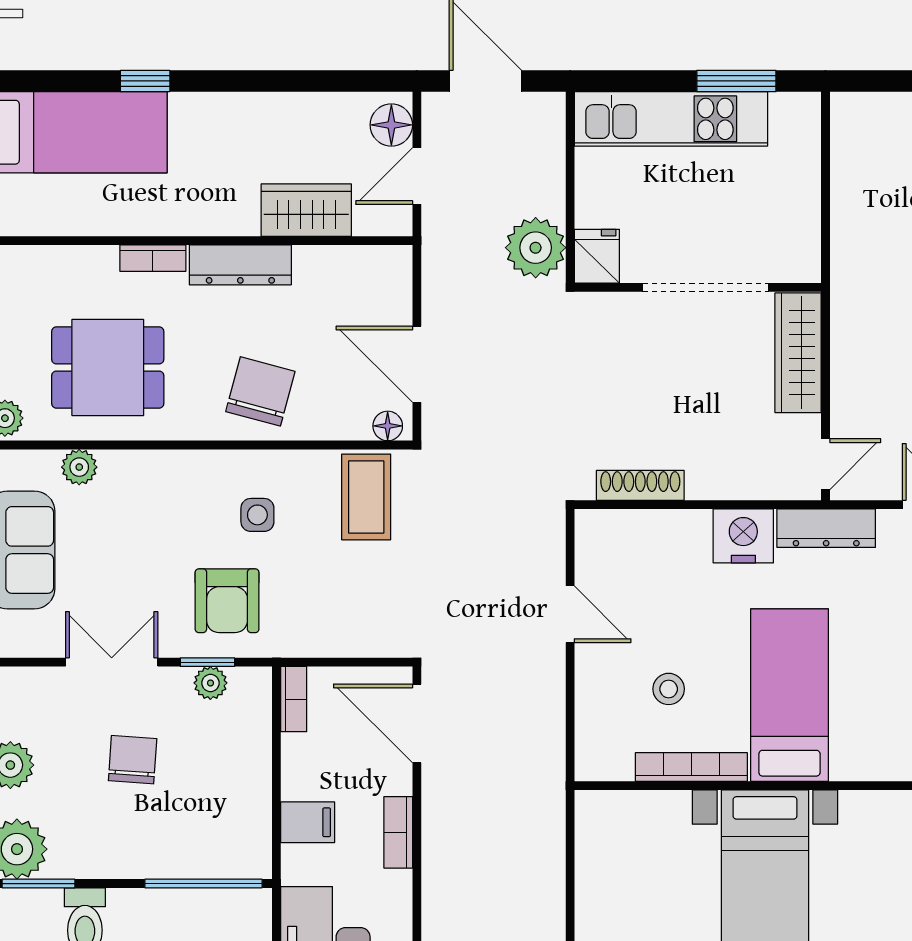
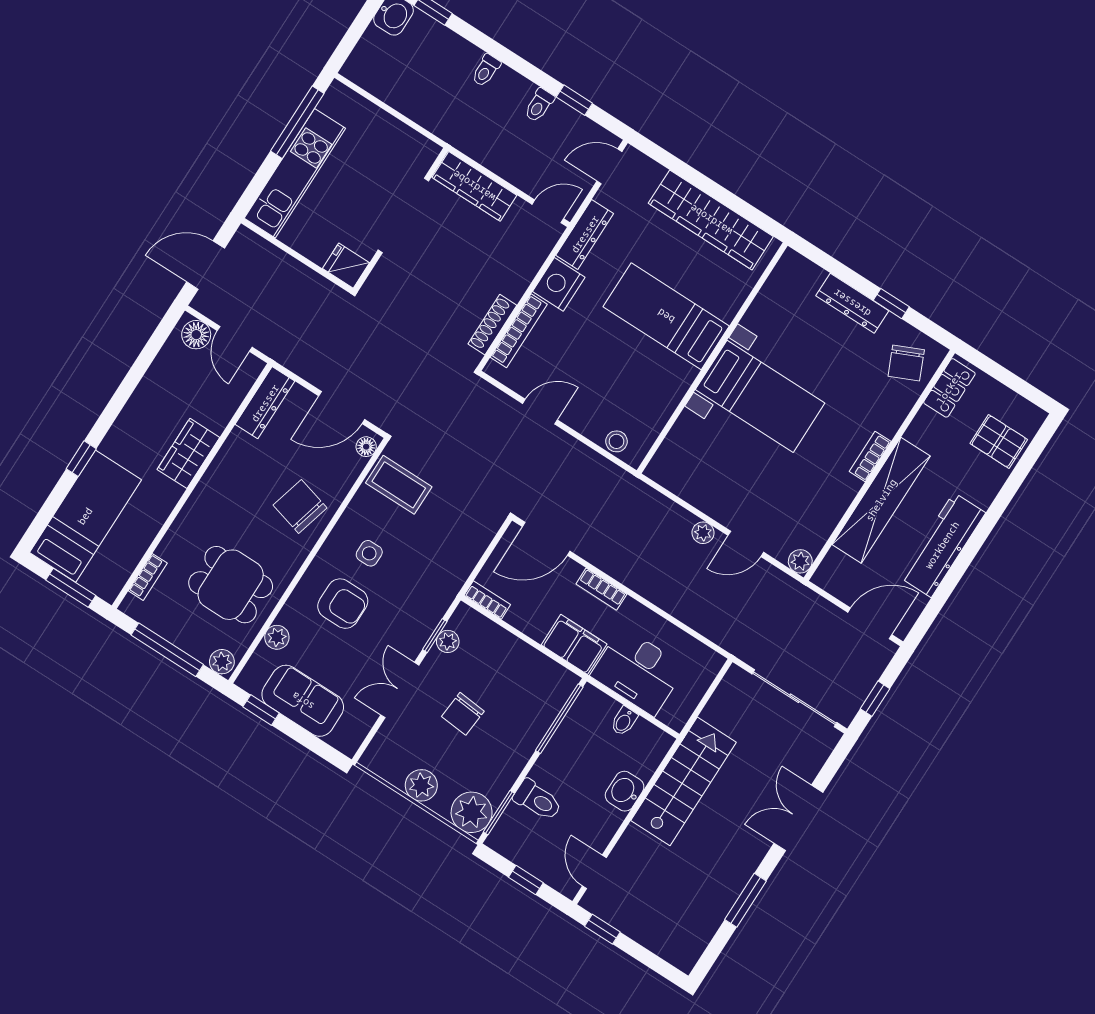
window: (736, 81) -> (297, 122), width x1.44
wardrobe: (306, 210) -> (188, 453), moved
plant: (536, 248) -> (703, 533), moved, width x0.53, depth x0.53
bookcase: (153, 258) -> (148, 577), moved
dresser: (240, 265) -> (265, 403), moved
dining table: (108, 367) -> (231, 585), turned 90
door: (825, 464) -> (548, 211), hinge flipped
armchair: (227, 601) -> (343, 604), moved
stool: (669, 689) -> (617, 441), moved
chair: (133, 760) -> (463, 714), turned -89
bookcase: (691, 767) -> (519, 331), moved, turned 180
filing cabinet: (308, 822) -> (574, 644), width x2.00

